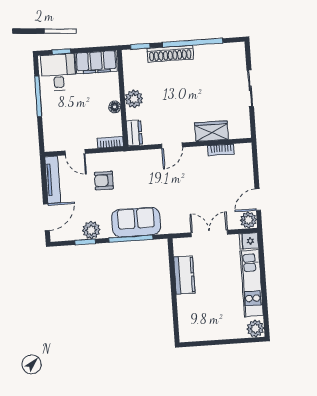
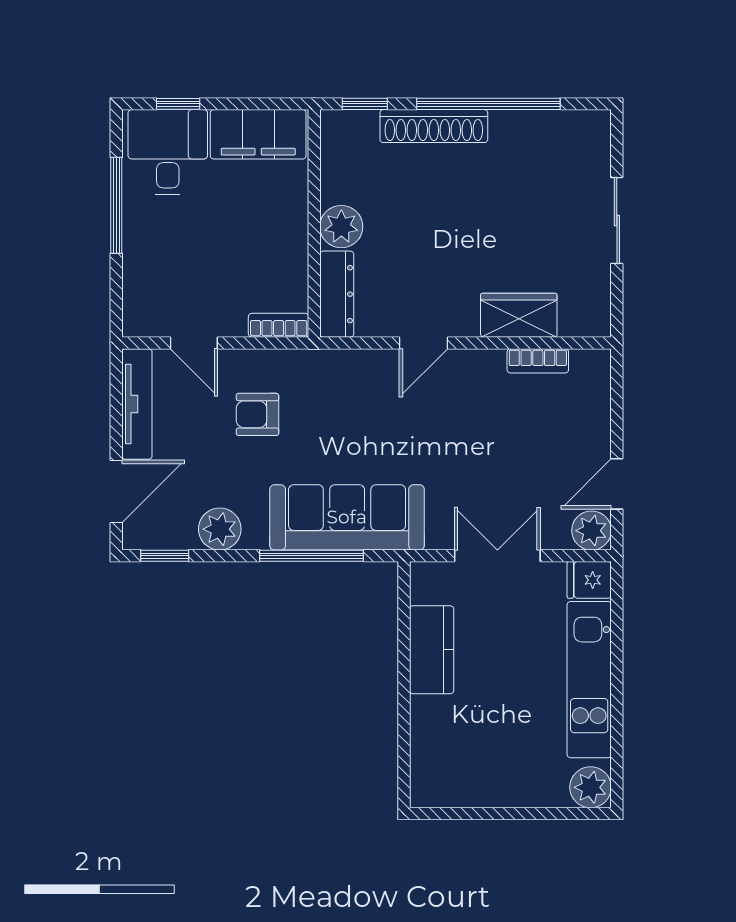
floor lamp: (115, 107) -> (295, 243), removed
dresser: (134, 133) -> (337, 294), width x1.44
sofa: (136, 222) -> (347, 517), width x1.36
window: (85, 242) -> (165, 556), moved

